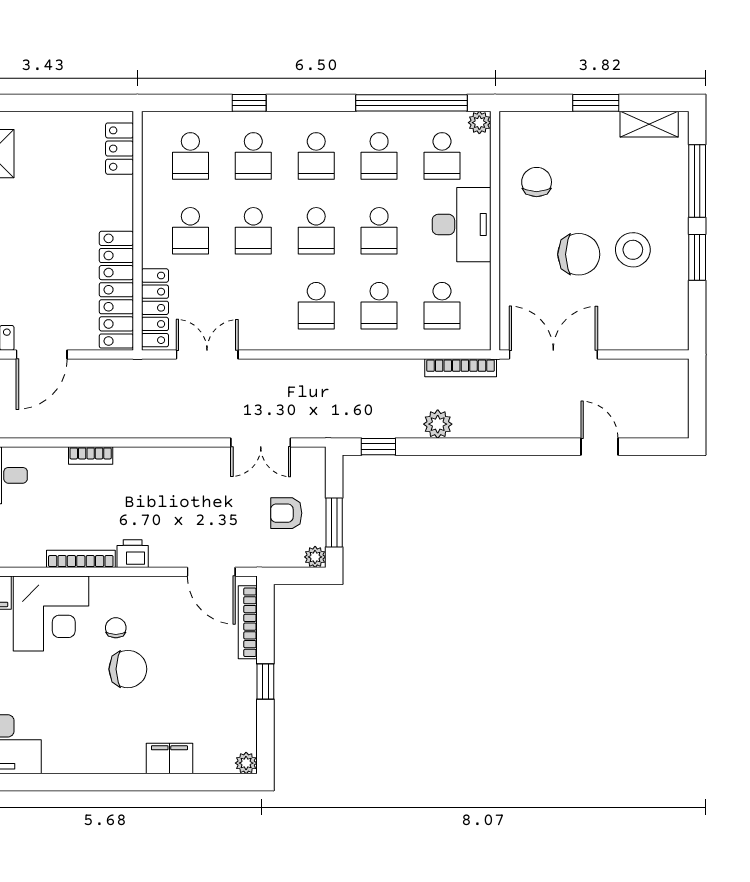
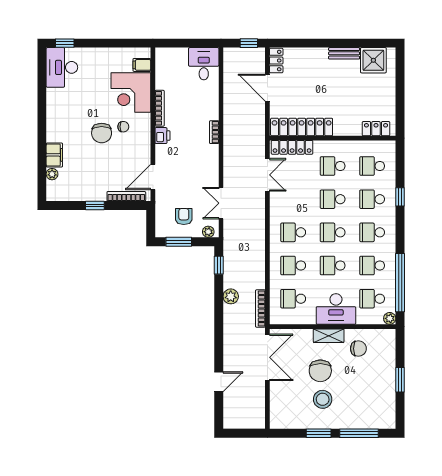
shelving: (649, 124) -> (329, 336), moved, turned 90
bookcase: (91, 455) -> (214, 132), moved
plant: (315, 557) -> (208, 232), moved
plant: (246, 763) -> (52, 174), moved

